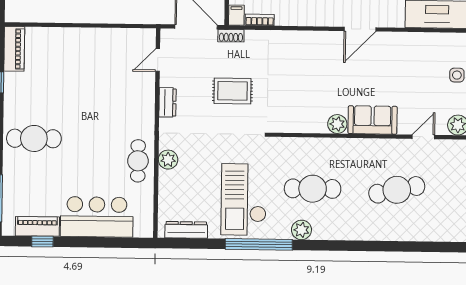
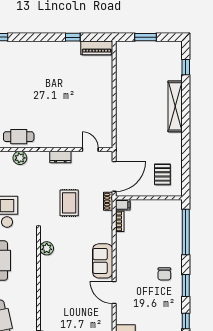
sofa: (373, 120) -> (103, 261), moved, turned 180
plant: (337, 124) -> (47, 248), moved
cafe table: (34, 138) -> (33, 63), removed

